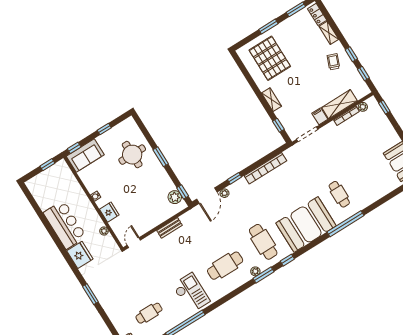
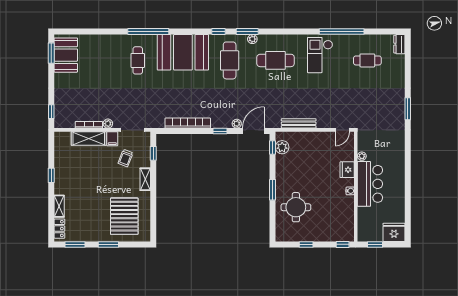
trolley: (333, 62) -> (125, 158), moved
window: (363, 74) -> (51, 152), removed
plant: (363, 107) -> (108, 124), moved
sofa: (85, 155) -> (337, 232), removed
bar counter: (65, 225) -> (370, 184), moved, turned 180
bench: (170, 228) -> (299, 123), width x1.36
fridge: (80, 255) -> (394, 232), moved, turned 90

